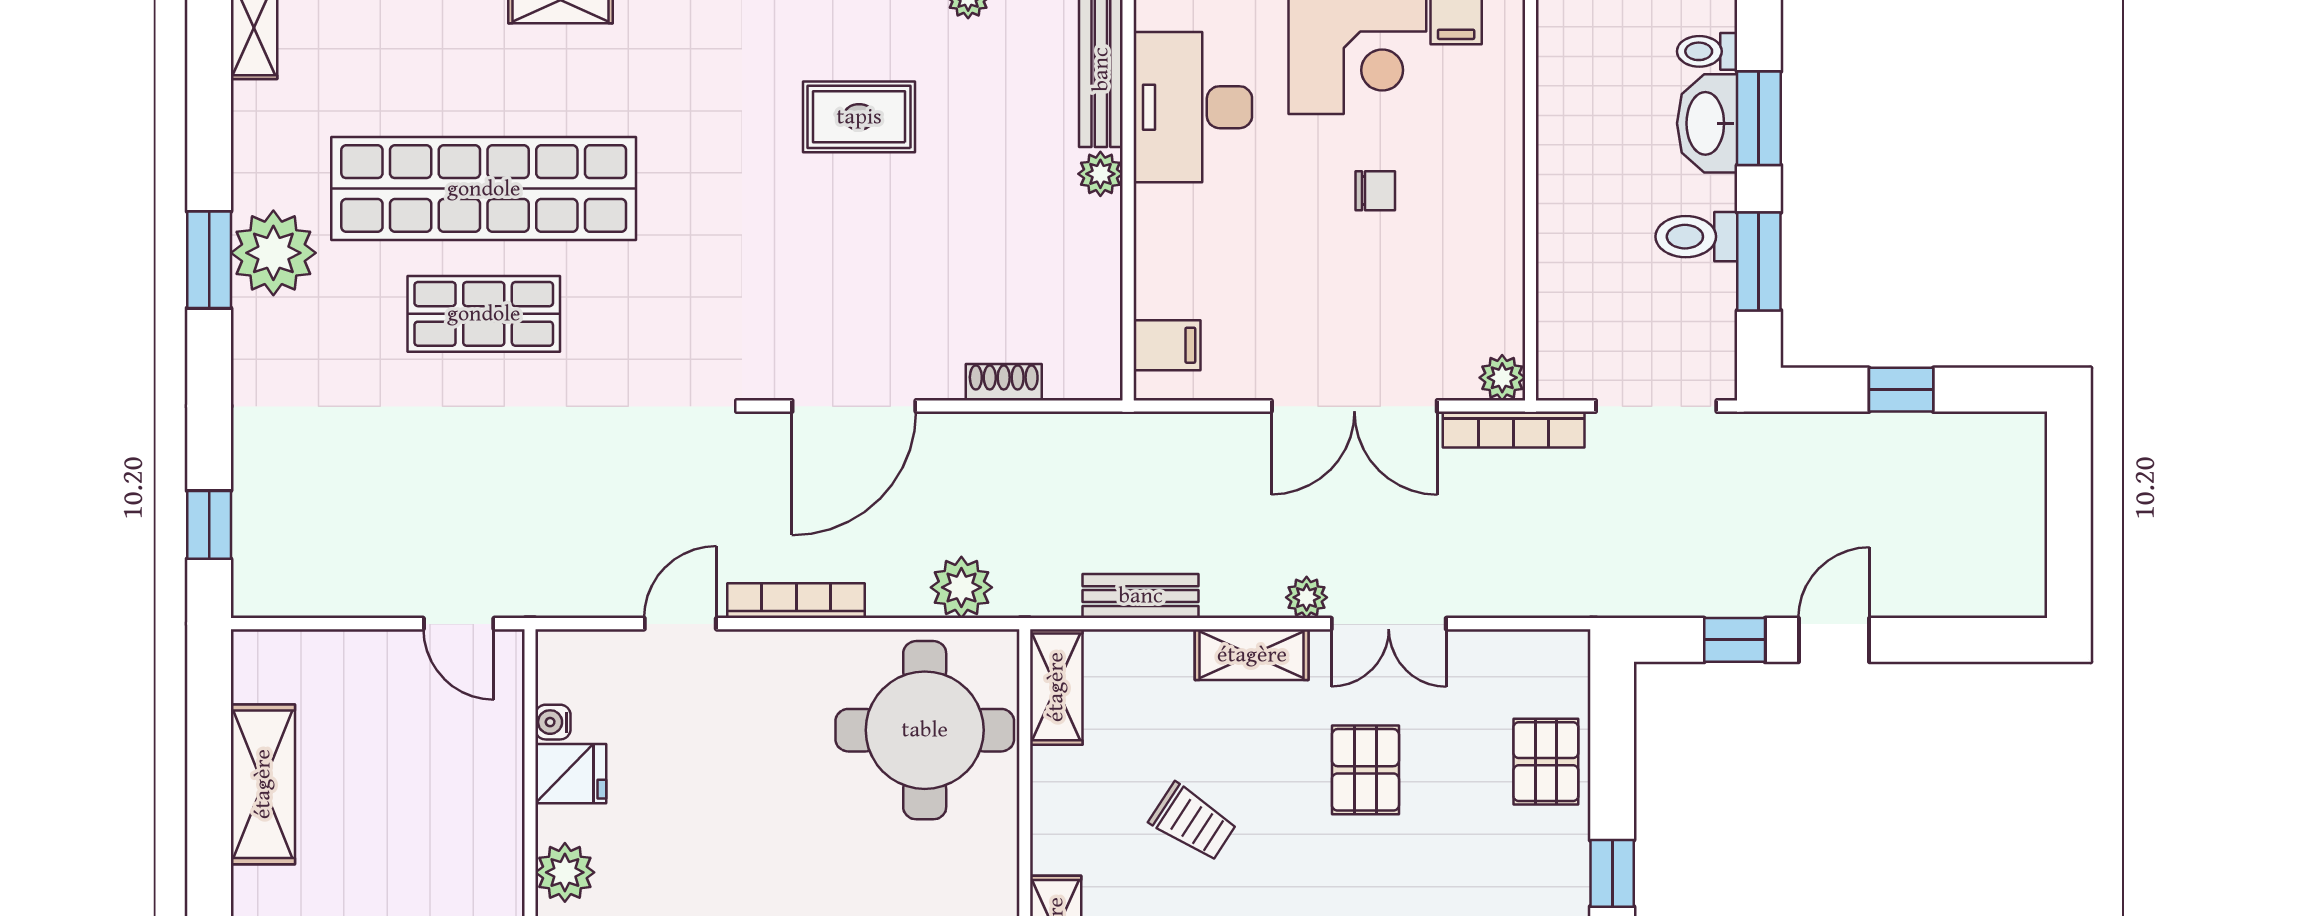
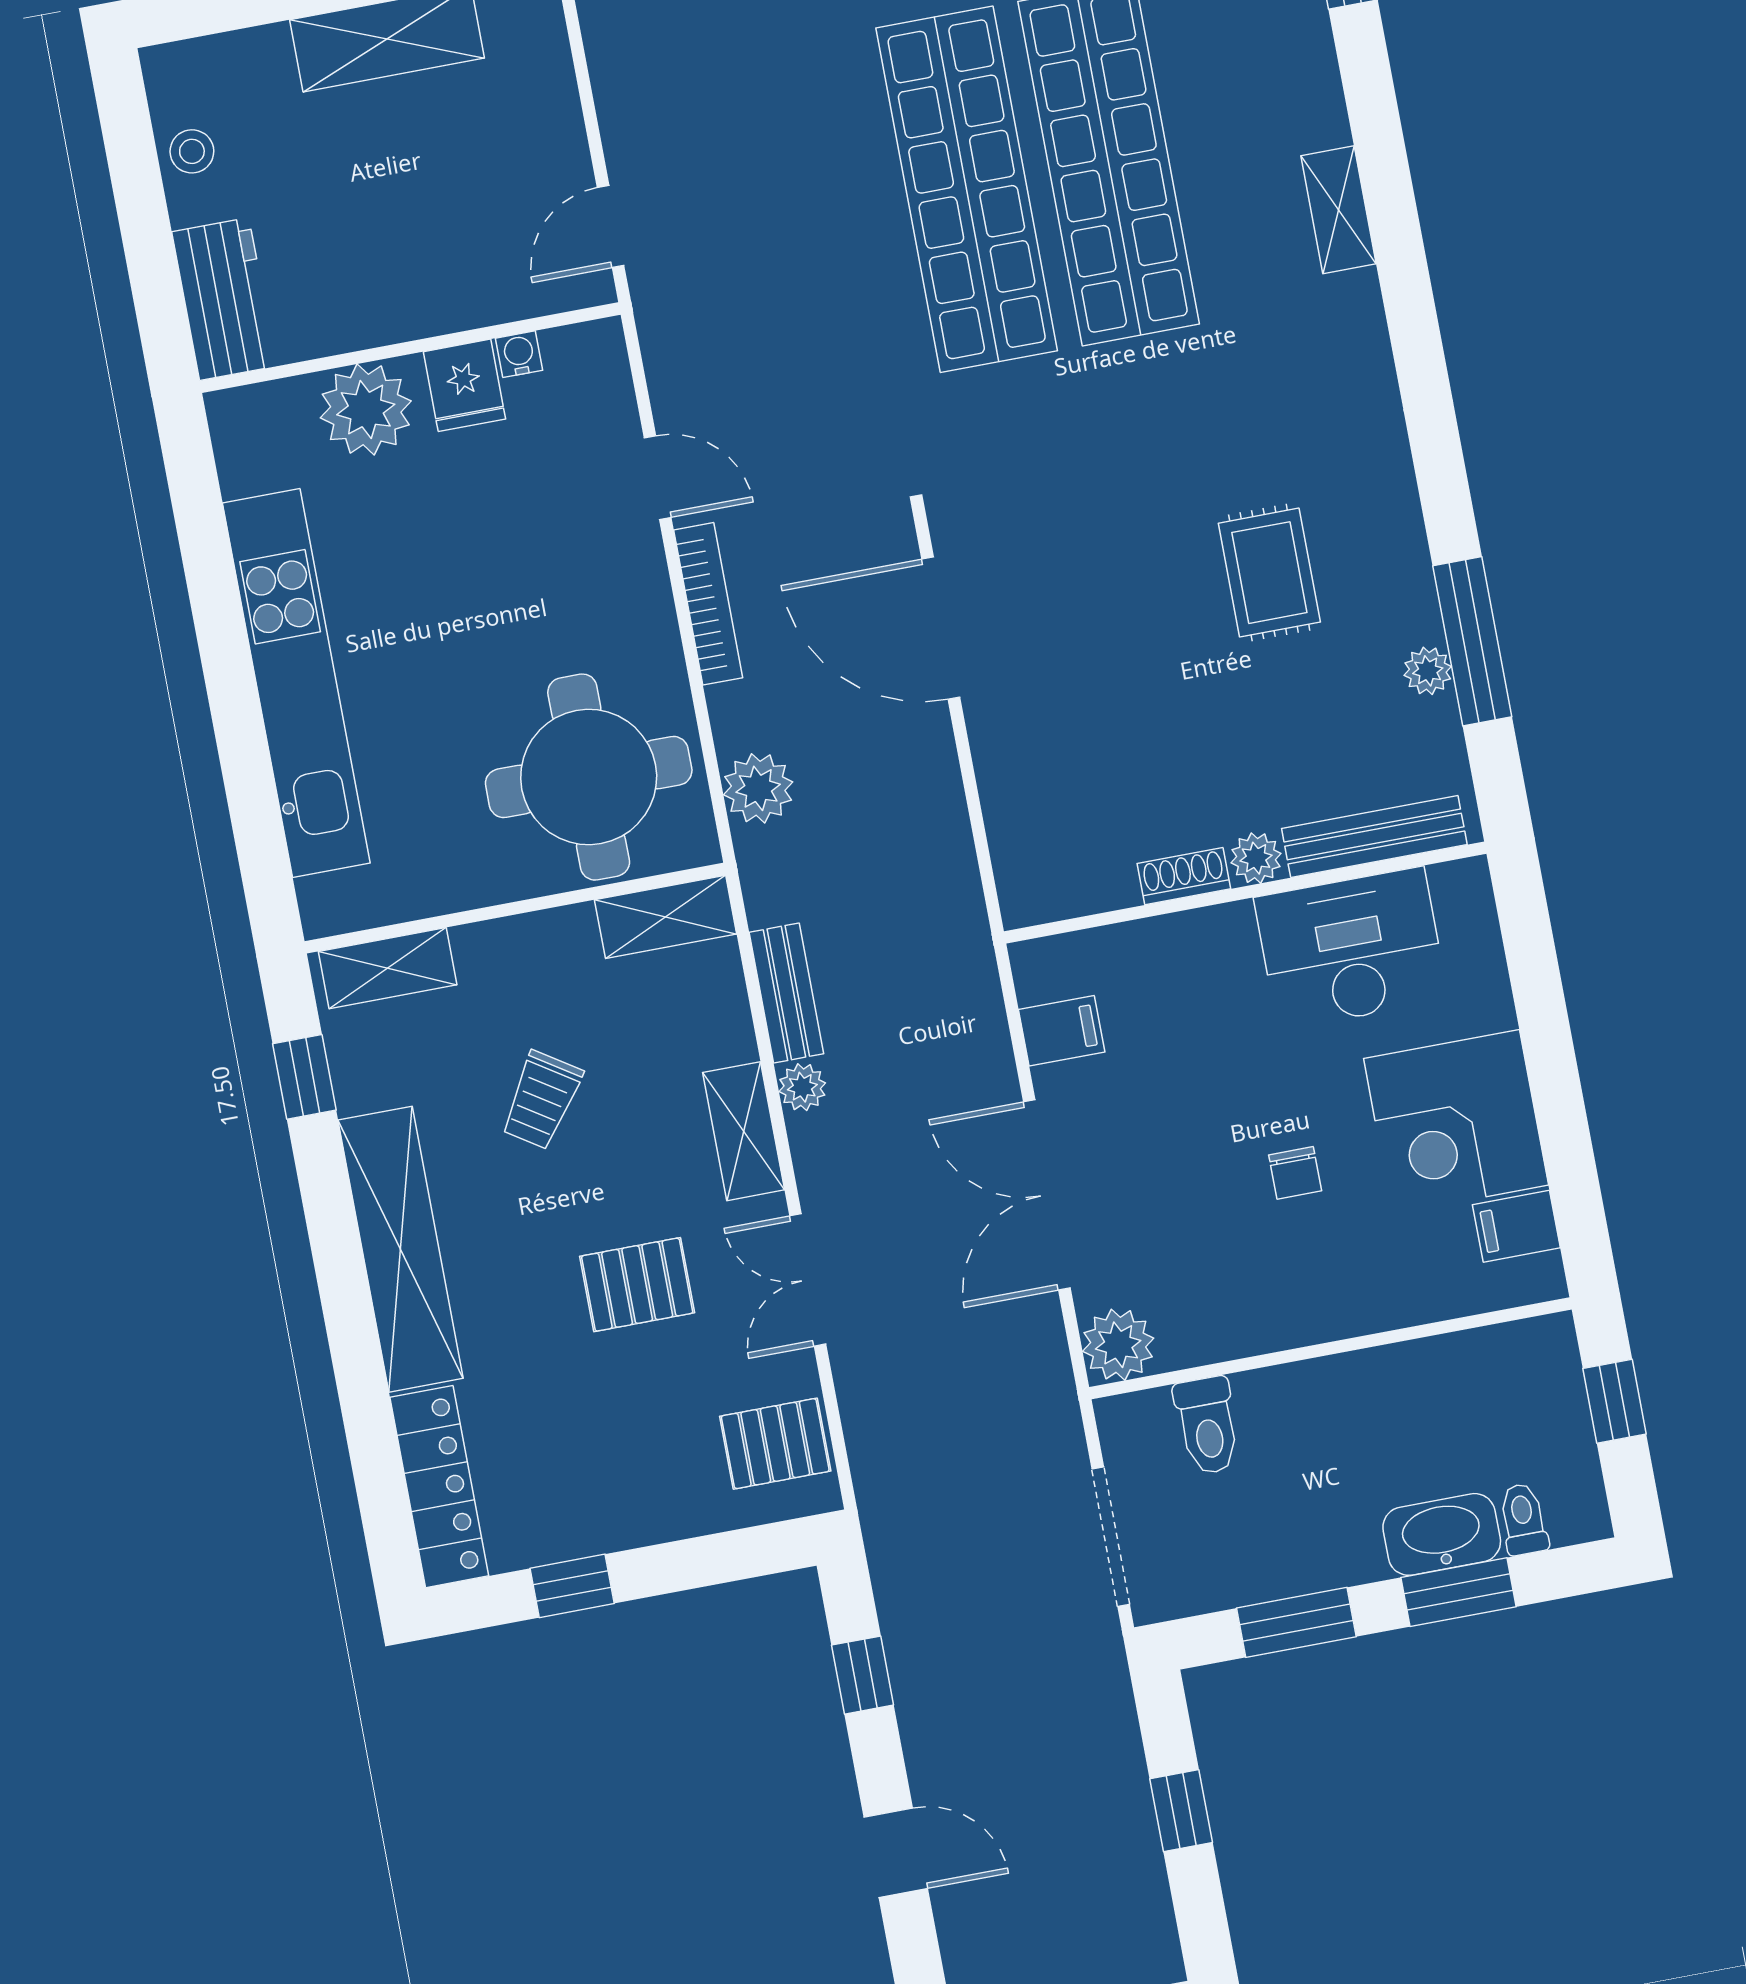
toilet: (1696, 237) -> (1207, 1426), moved, turned 180
shop shelf: (484, 314) -> (967, 189), width x2.00, depth x1.36
filing cabinet: (1167, 345) -> (1062, 1031), moved, turned -90
plant: (1502, 378) -> (1118, 1345), width x1.38, depth x1.38
shoe rack: (1004, 382) -> (1184, 876), moved, turned -90
bookcase: (1514, 430) -> (1054, 1380), removed
plant: (1307, 597) -> (802, 1087), moved
door: (1834, 640) -> (896, 1853), moved
pallet: (1546, 762) -> (775, 1444), moved
plant: (565, 872) -> (366, 409), width x1.36, depth x1.36

